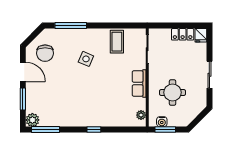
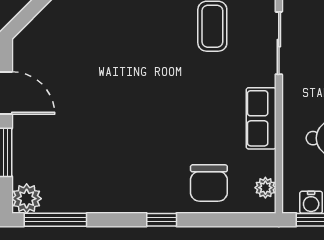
chair: (45, 53) -> (209, 183), moved
side table: (86, 59) -> (144, 64), removed

